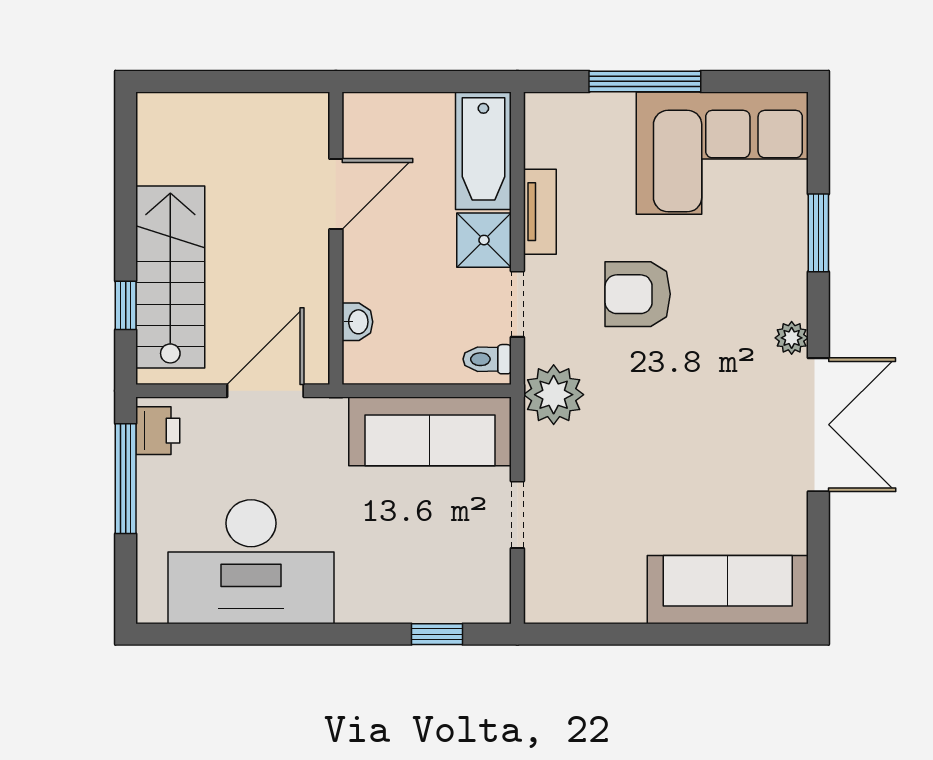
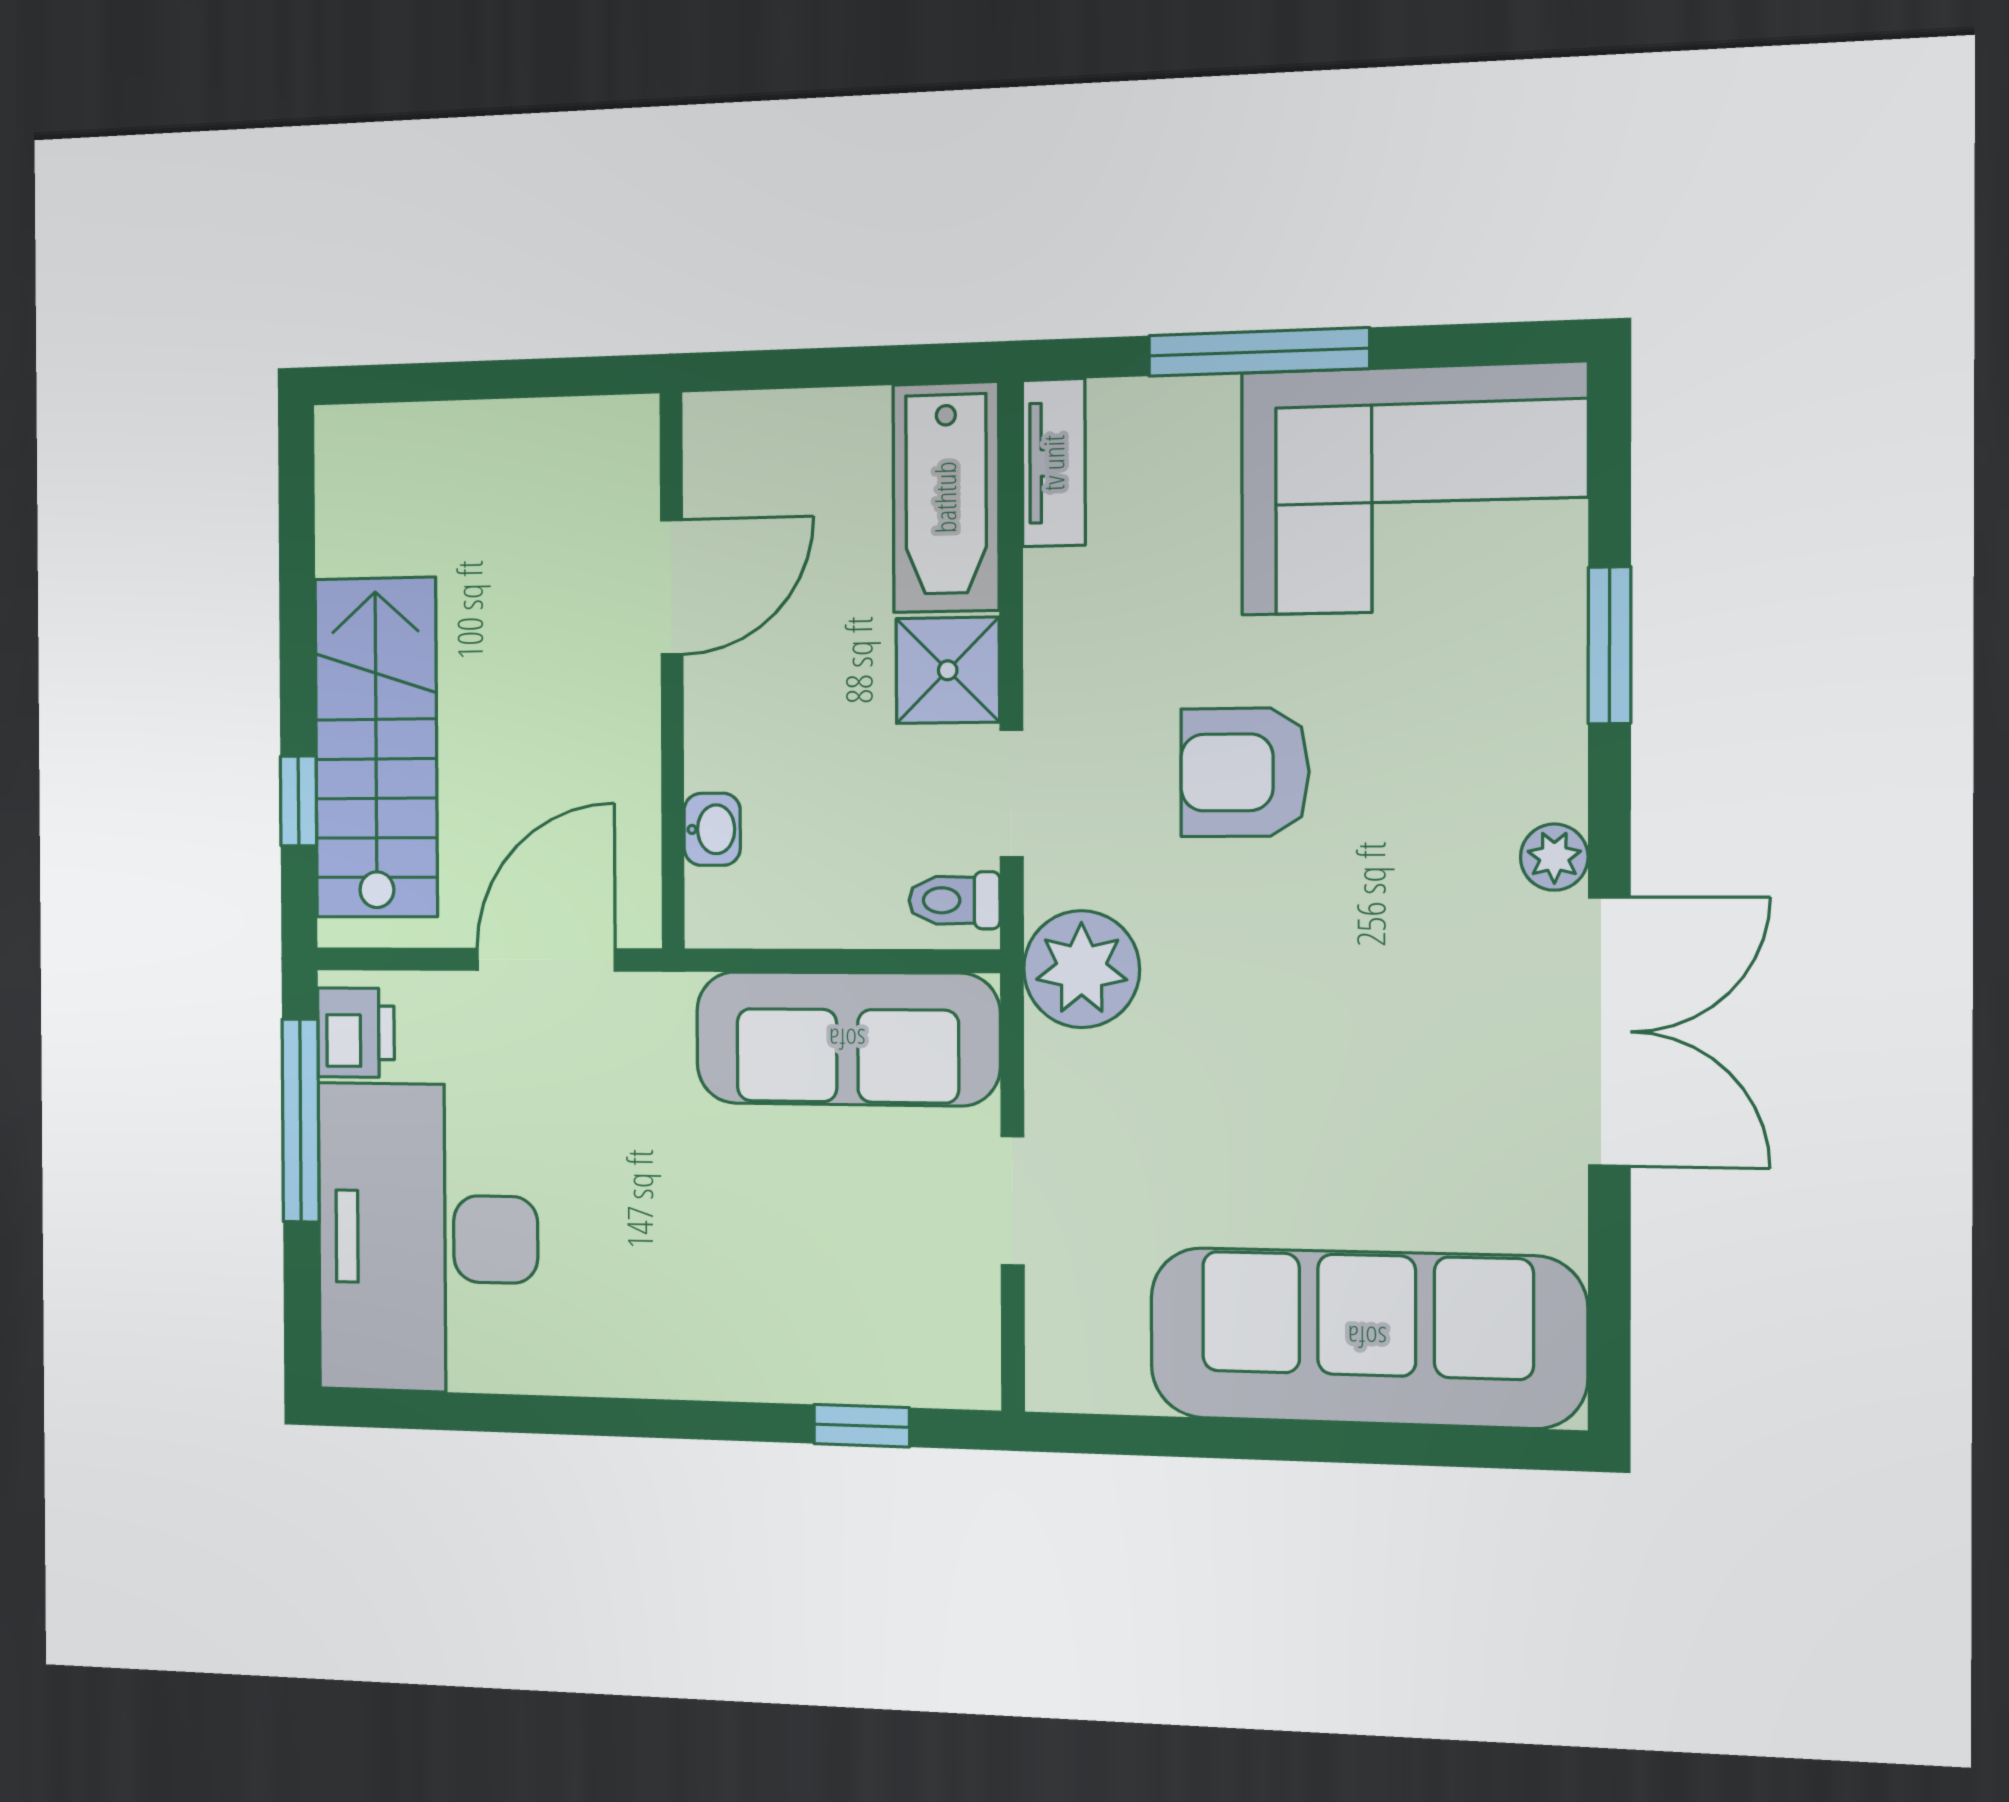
tv unit: (540, 212) -> (1054, 463), moved
desk: (251, 562) -> (428, 1238), moved, turned 90
sofa: (728, 590) -> (1367, 1337), width x1.36, depth x1.27

